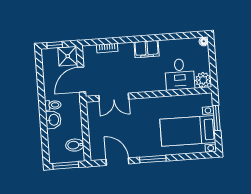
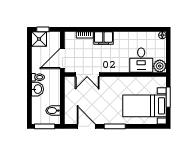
filing cabinet: (147, 49) -> (103, 38), moved
shower: (68, 56) -> (39, 39), moved

